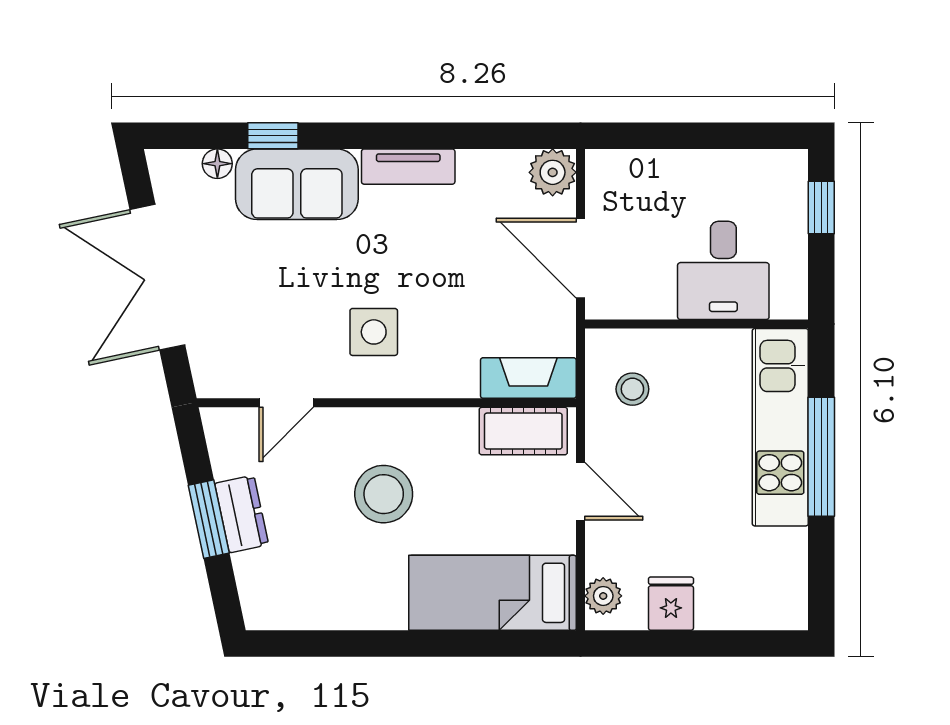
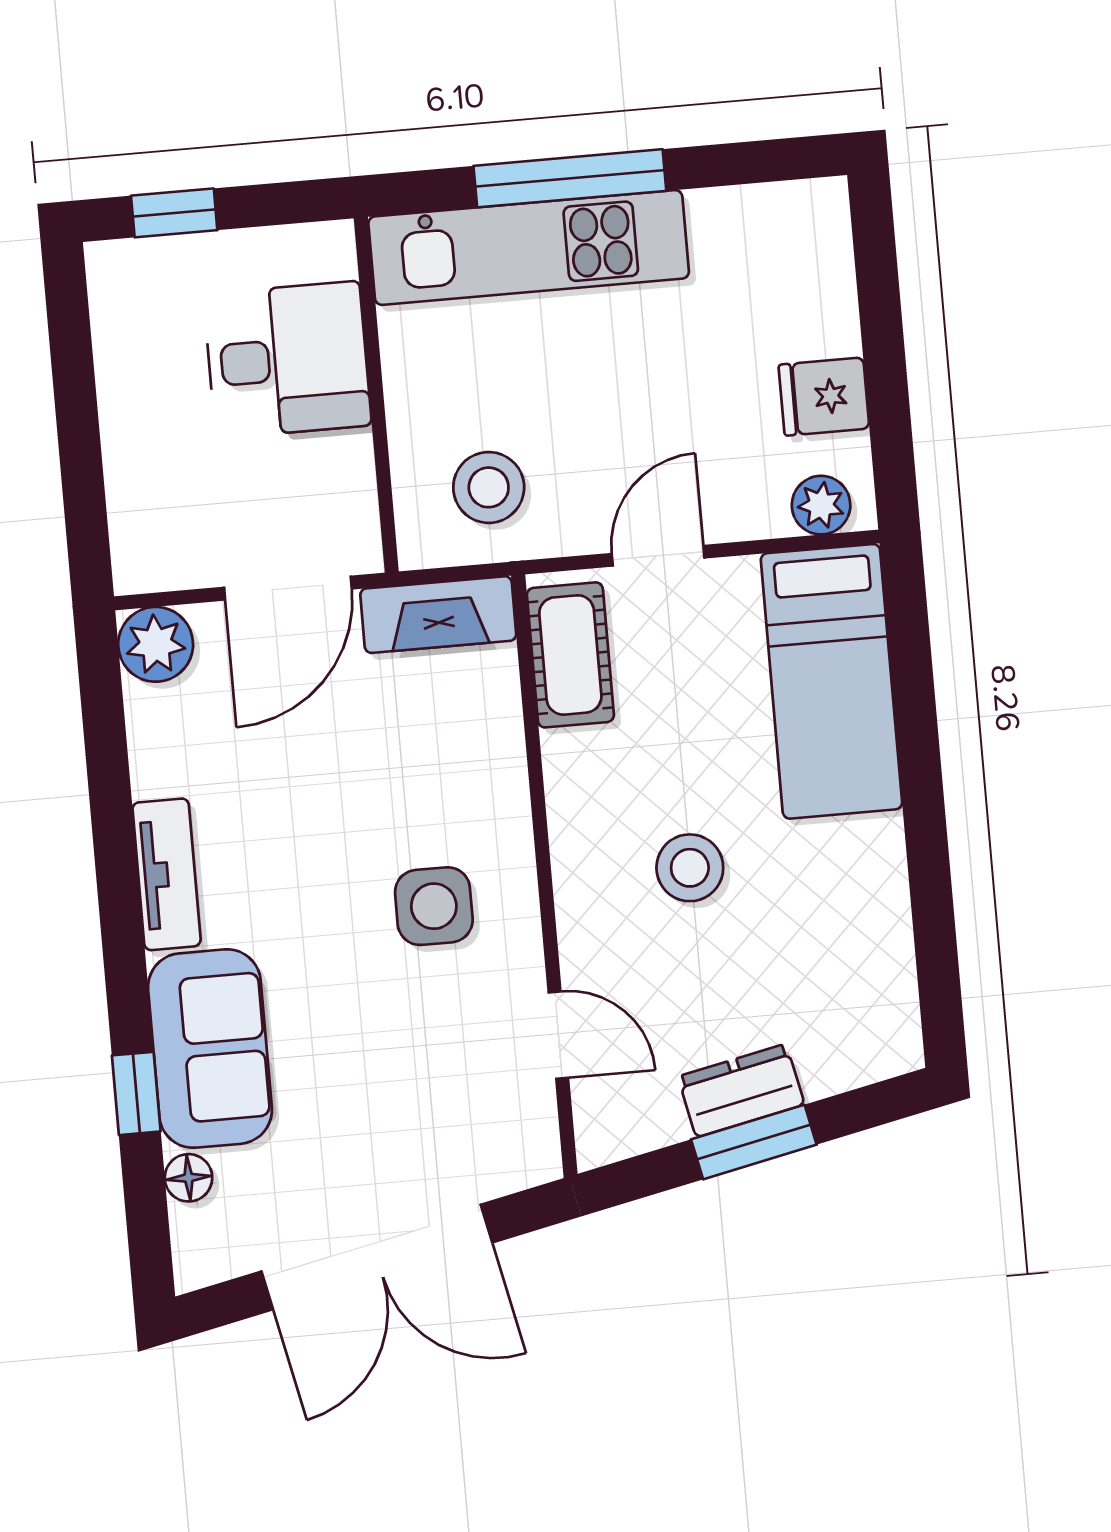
fireplace: (528, 378) -> (438, 615), moved, turned -90
stool: (632, 389) -> (489, 487), width x1.37, depth x1.37
stool: (384, 494) -> (690, 868), width x0.73, depth x0.73

